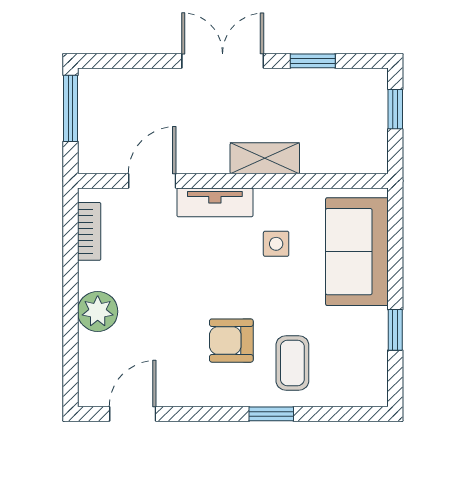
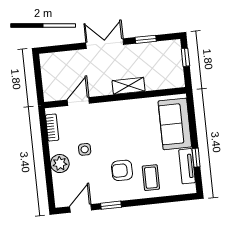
window: (70, 108) -> (38, 73), removed
tv unit: (215, 202) -> (187, 166), moved, turned 90
side table: (276, 244) -> (85, 149), moved
window: (271, 414) -> (111, 205), moved

